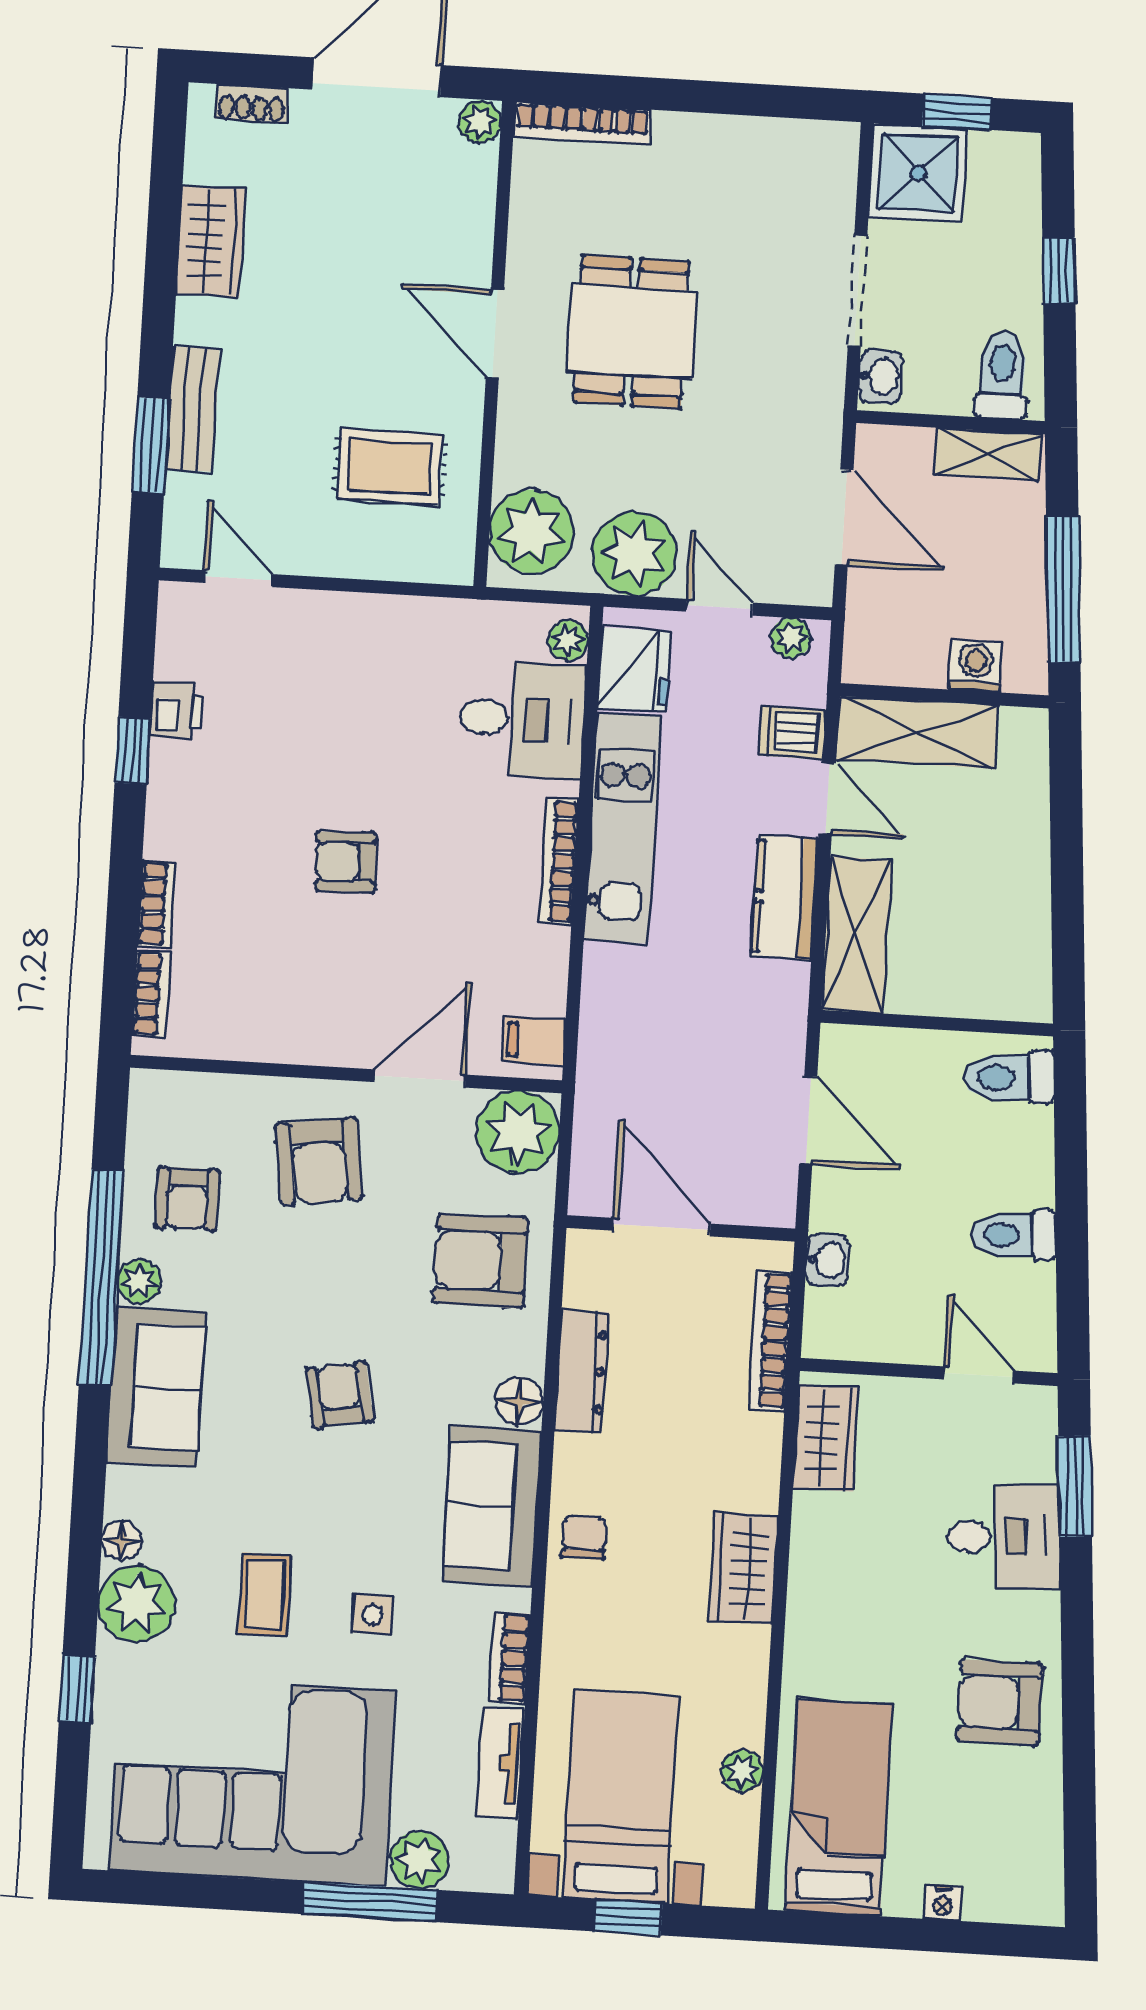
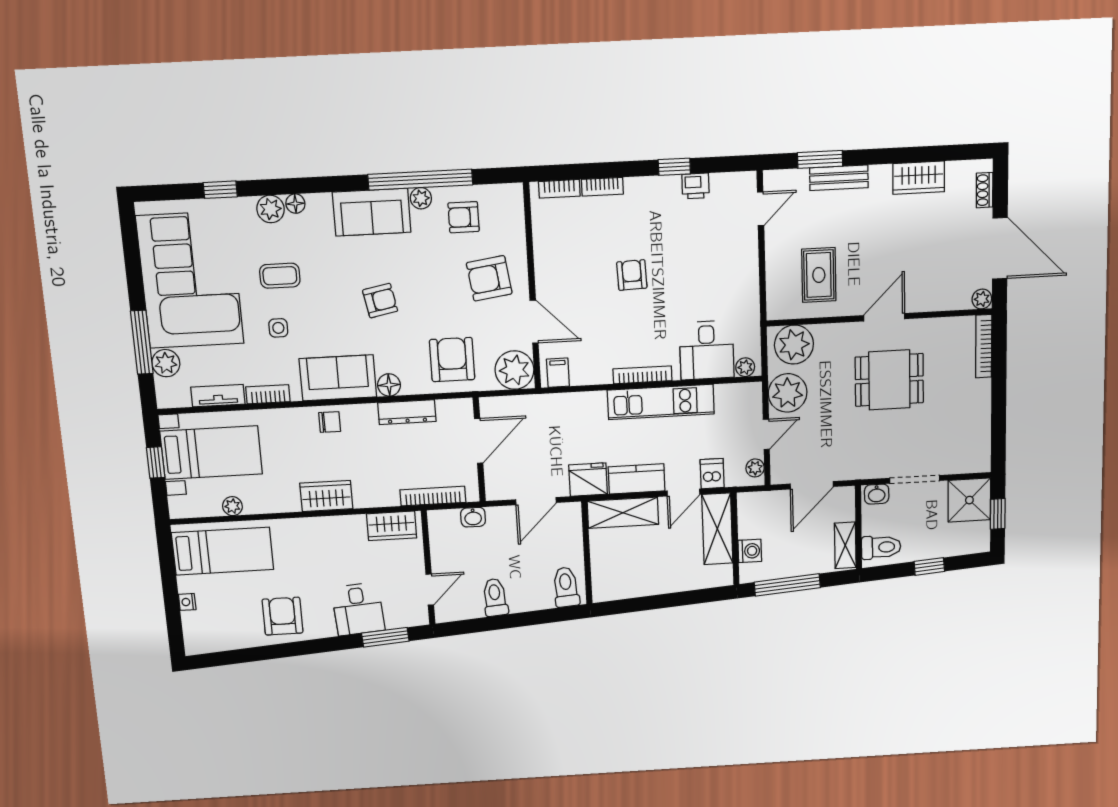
fridge: (634, 669) -> (588, 480), moved, turned 180
plant: (136, 1604) -> (271, 209), width x0.73, depth x0.73

